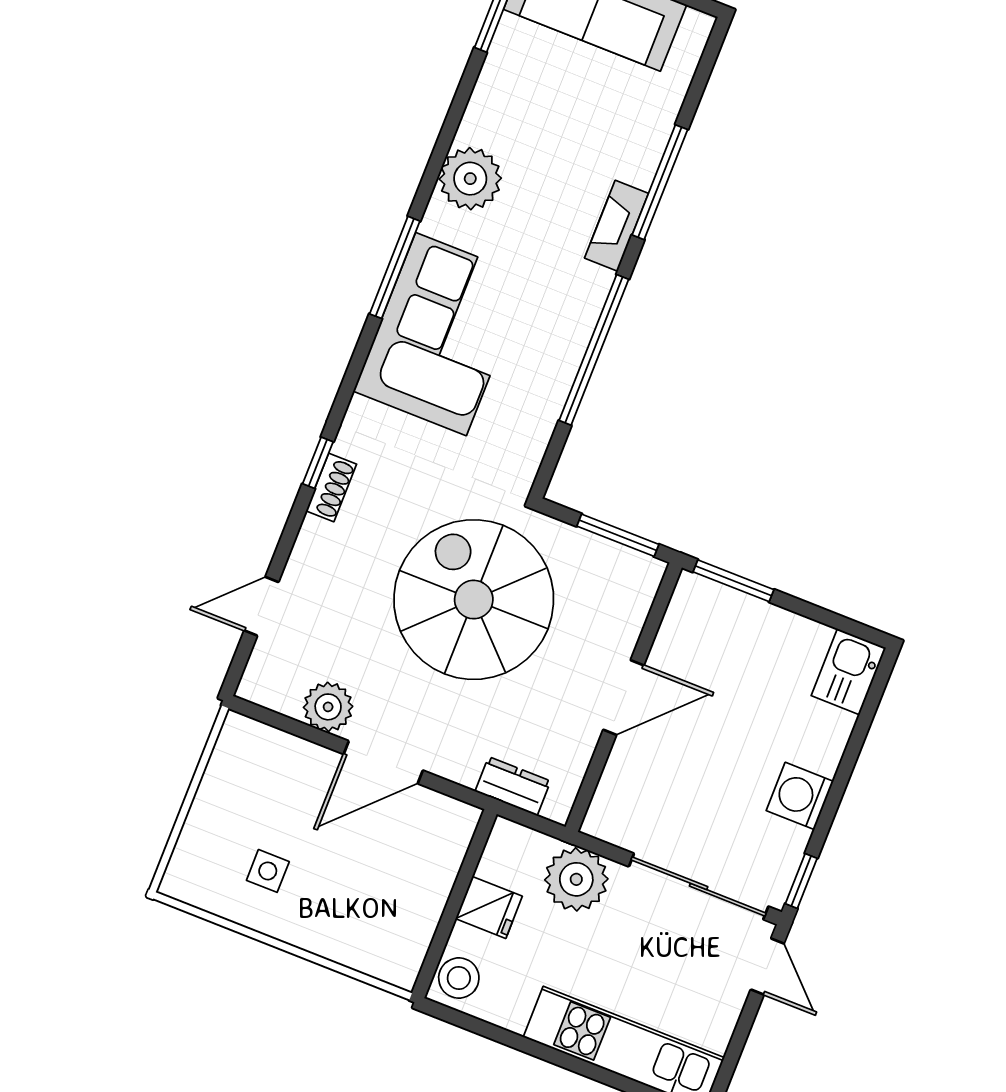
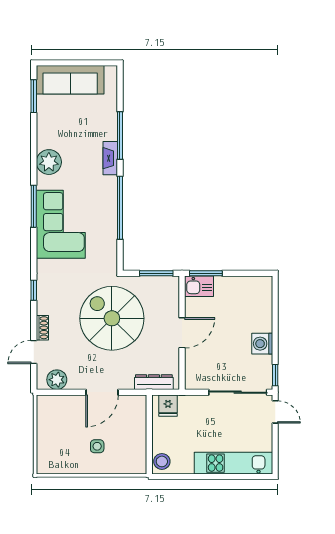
shoe rack: (331, 487) -> (42, 328), moved
kitchen sink: (849, 672) -> (199, 286), moved, turned -90
plant: (328, 707) -> (57, 380), moved
dresser: (513, 786) -> (154, 382), width x1.44
side table: (268, 871) -> (97, 446), moved
plant: (576, 879) -> (191, 407), removed
fridge: (489, 907) -> (168, 406), moved, turned 90

